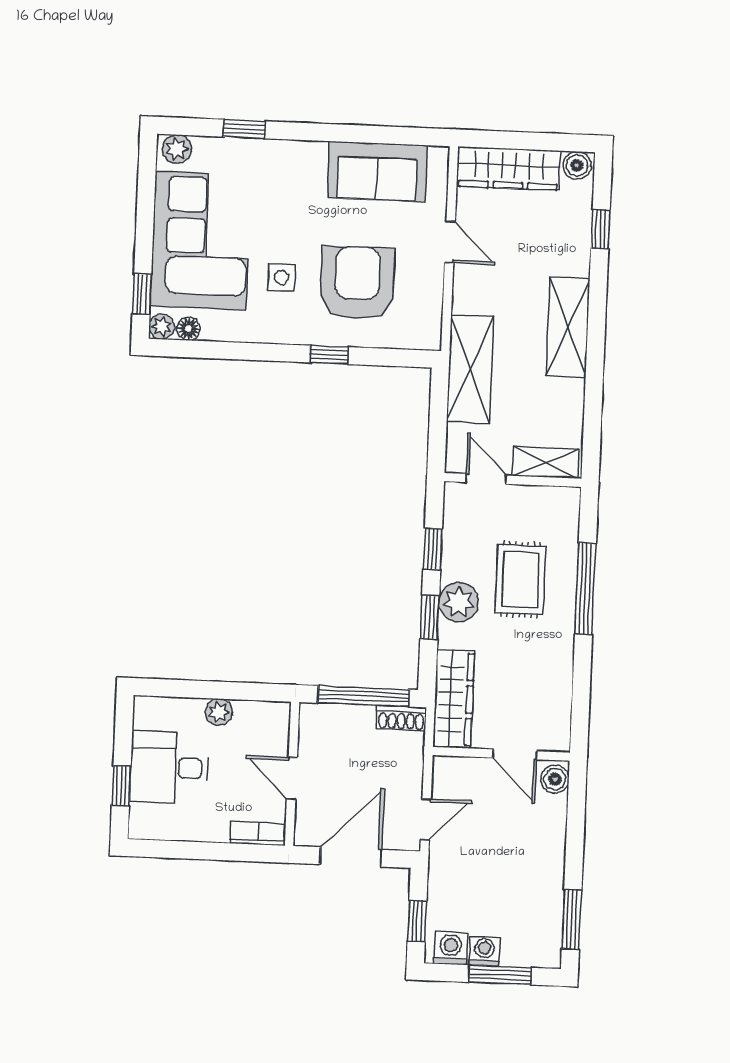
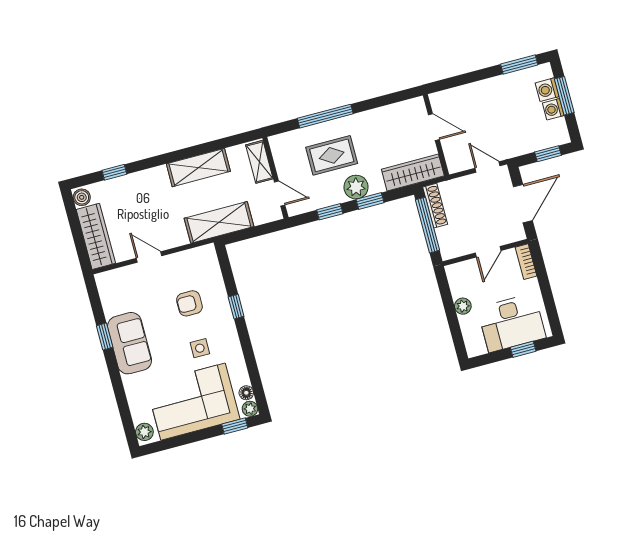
window: (244, 129) -> (105, 337), moved
sofa: (377, 171) -> (130, 343), moved
door: (450, 242) -> (149, 257), hinge flipped
armchair: (357, 283) -> (189, 303), width x0.53, depth x0.53
shelving: (568, 327) -> (198, 168), moved
door: (486, 479) -> (280, 194), swing flipped
shoe rack: (401, 718) -> (435, 206), width x1.43
door: (515, 754) -> (434, 127), hinge flipped
desk: (169, 767) -> (512, 323), width x1.37
boiler: (555, 779) -> (441, 99), removed
door: (351, 857) -> (523, 204), swing flipped
washing machine: (451, 948) -> (547, 90), moved

